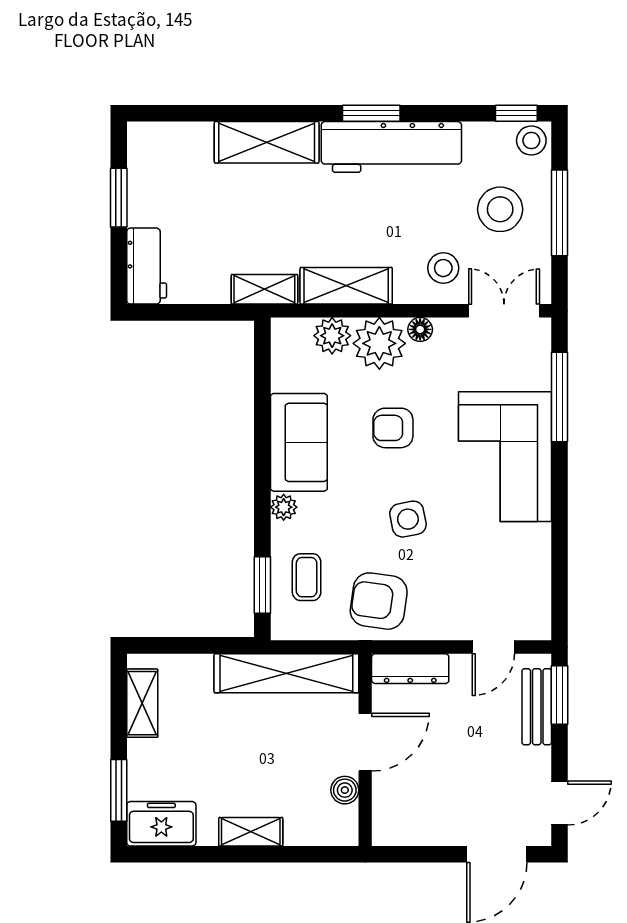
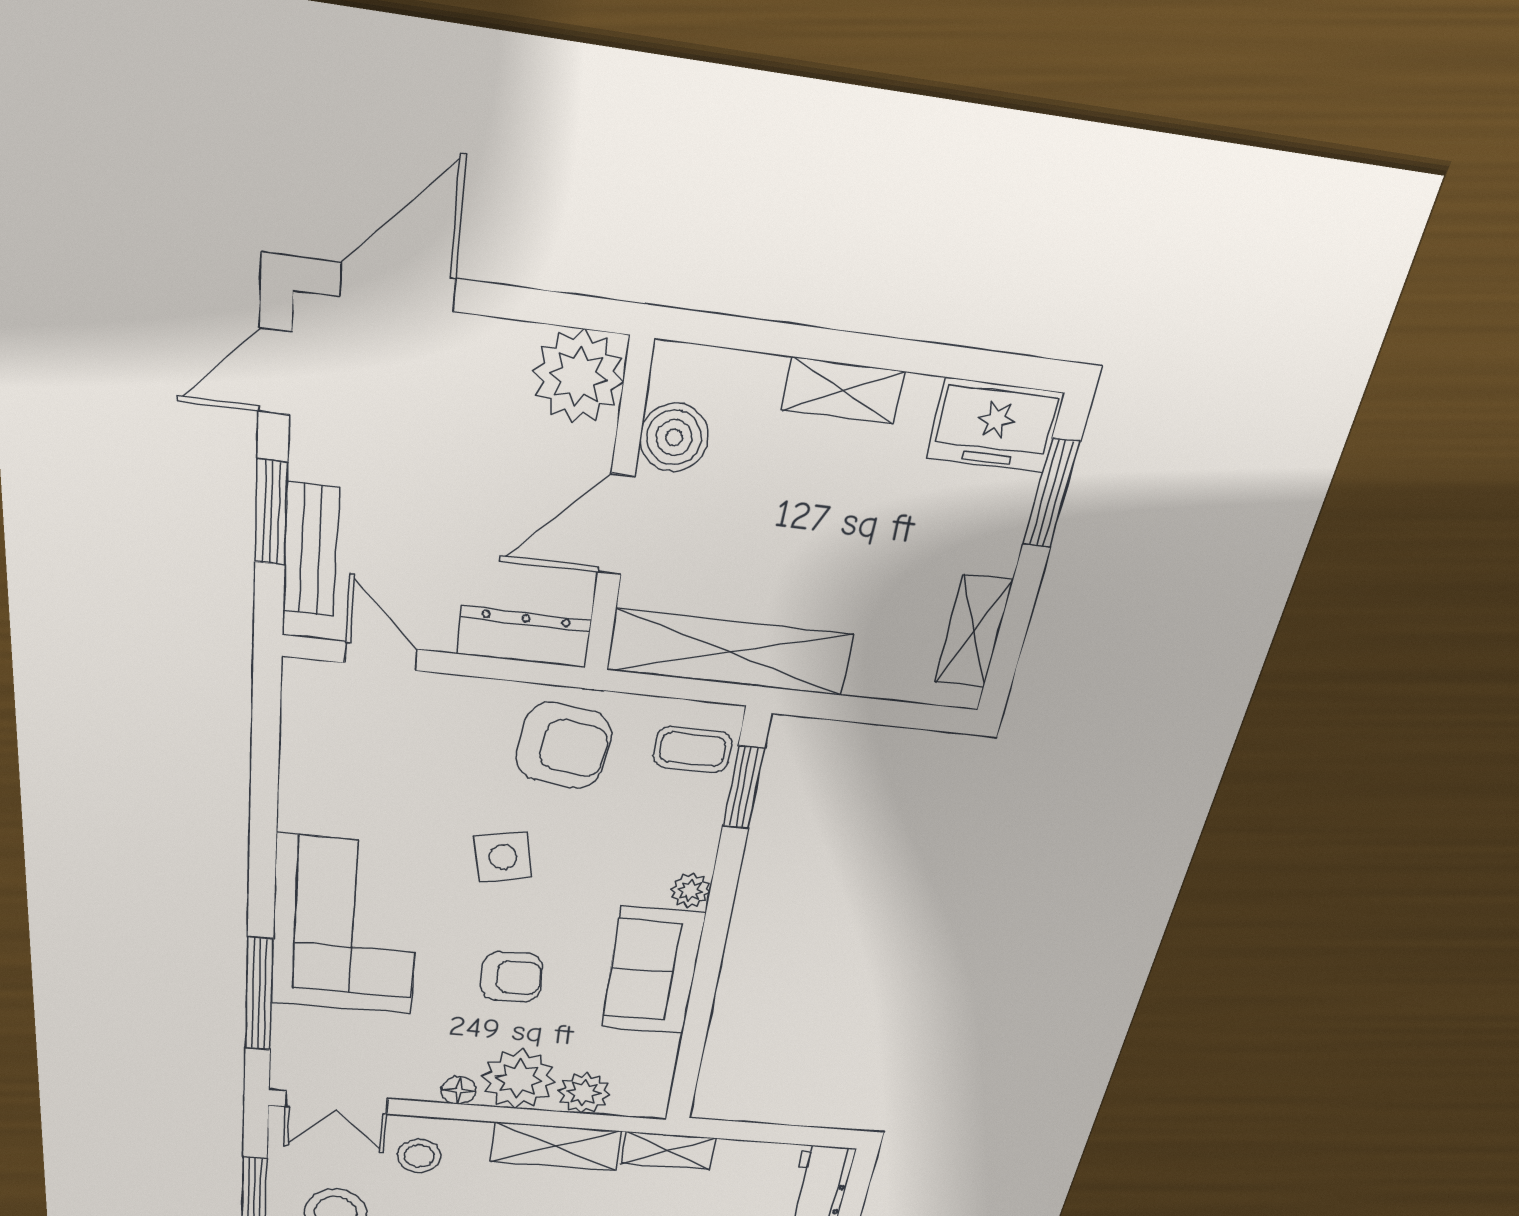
coffee table: (307, 577) -> (693, 750), moved, turned 90
door: (493, 647) -> (381, 656), hinge flipped
window: (559, 695) -> (271, 513), moved
boiler: (345, 790) -> (674, 437), width x1.36, depth x1.36
plant: (397, 821) -> (578, 377), added

